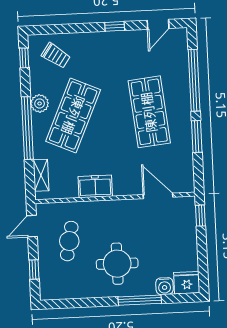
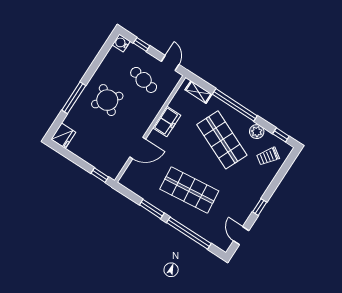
plant: (40, 103) -> (257, 132), moved
door: (158, 196) -> (138, 148), moved
round table: (117, 264) -> (107, 100), turned 38
water cooler: (165, 286) -> (121, 43), moved

